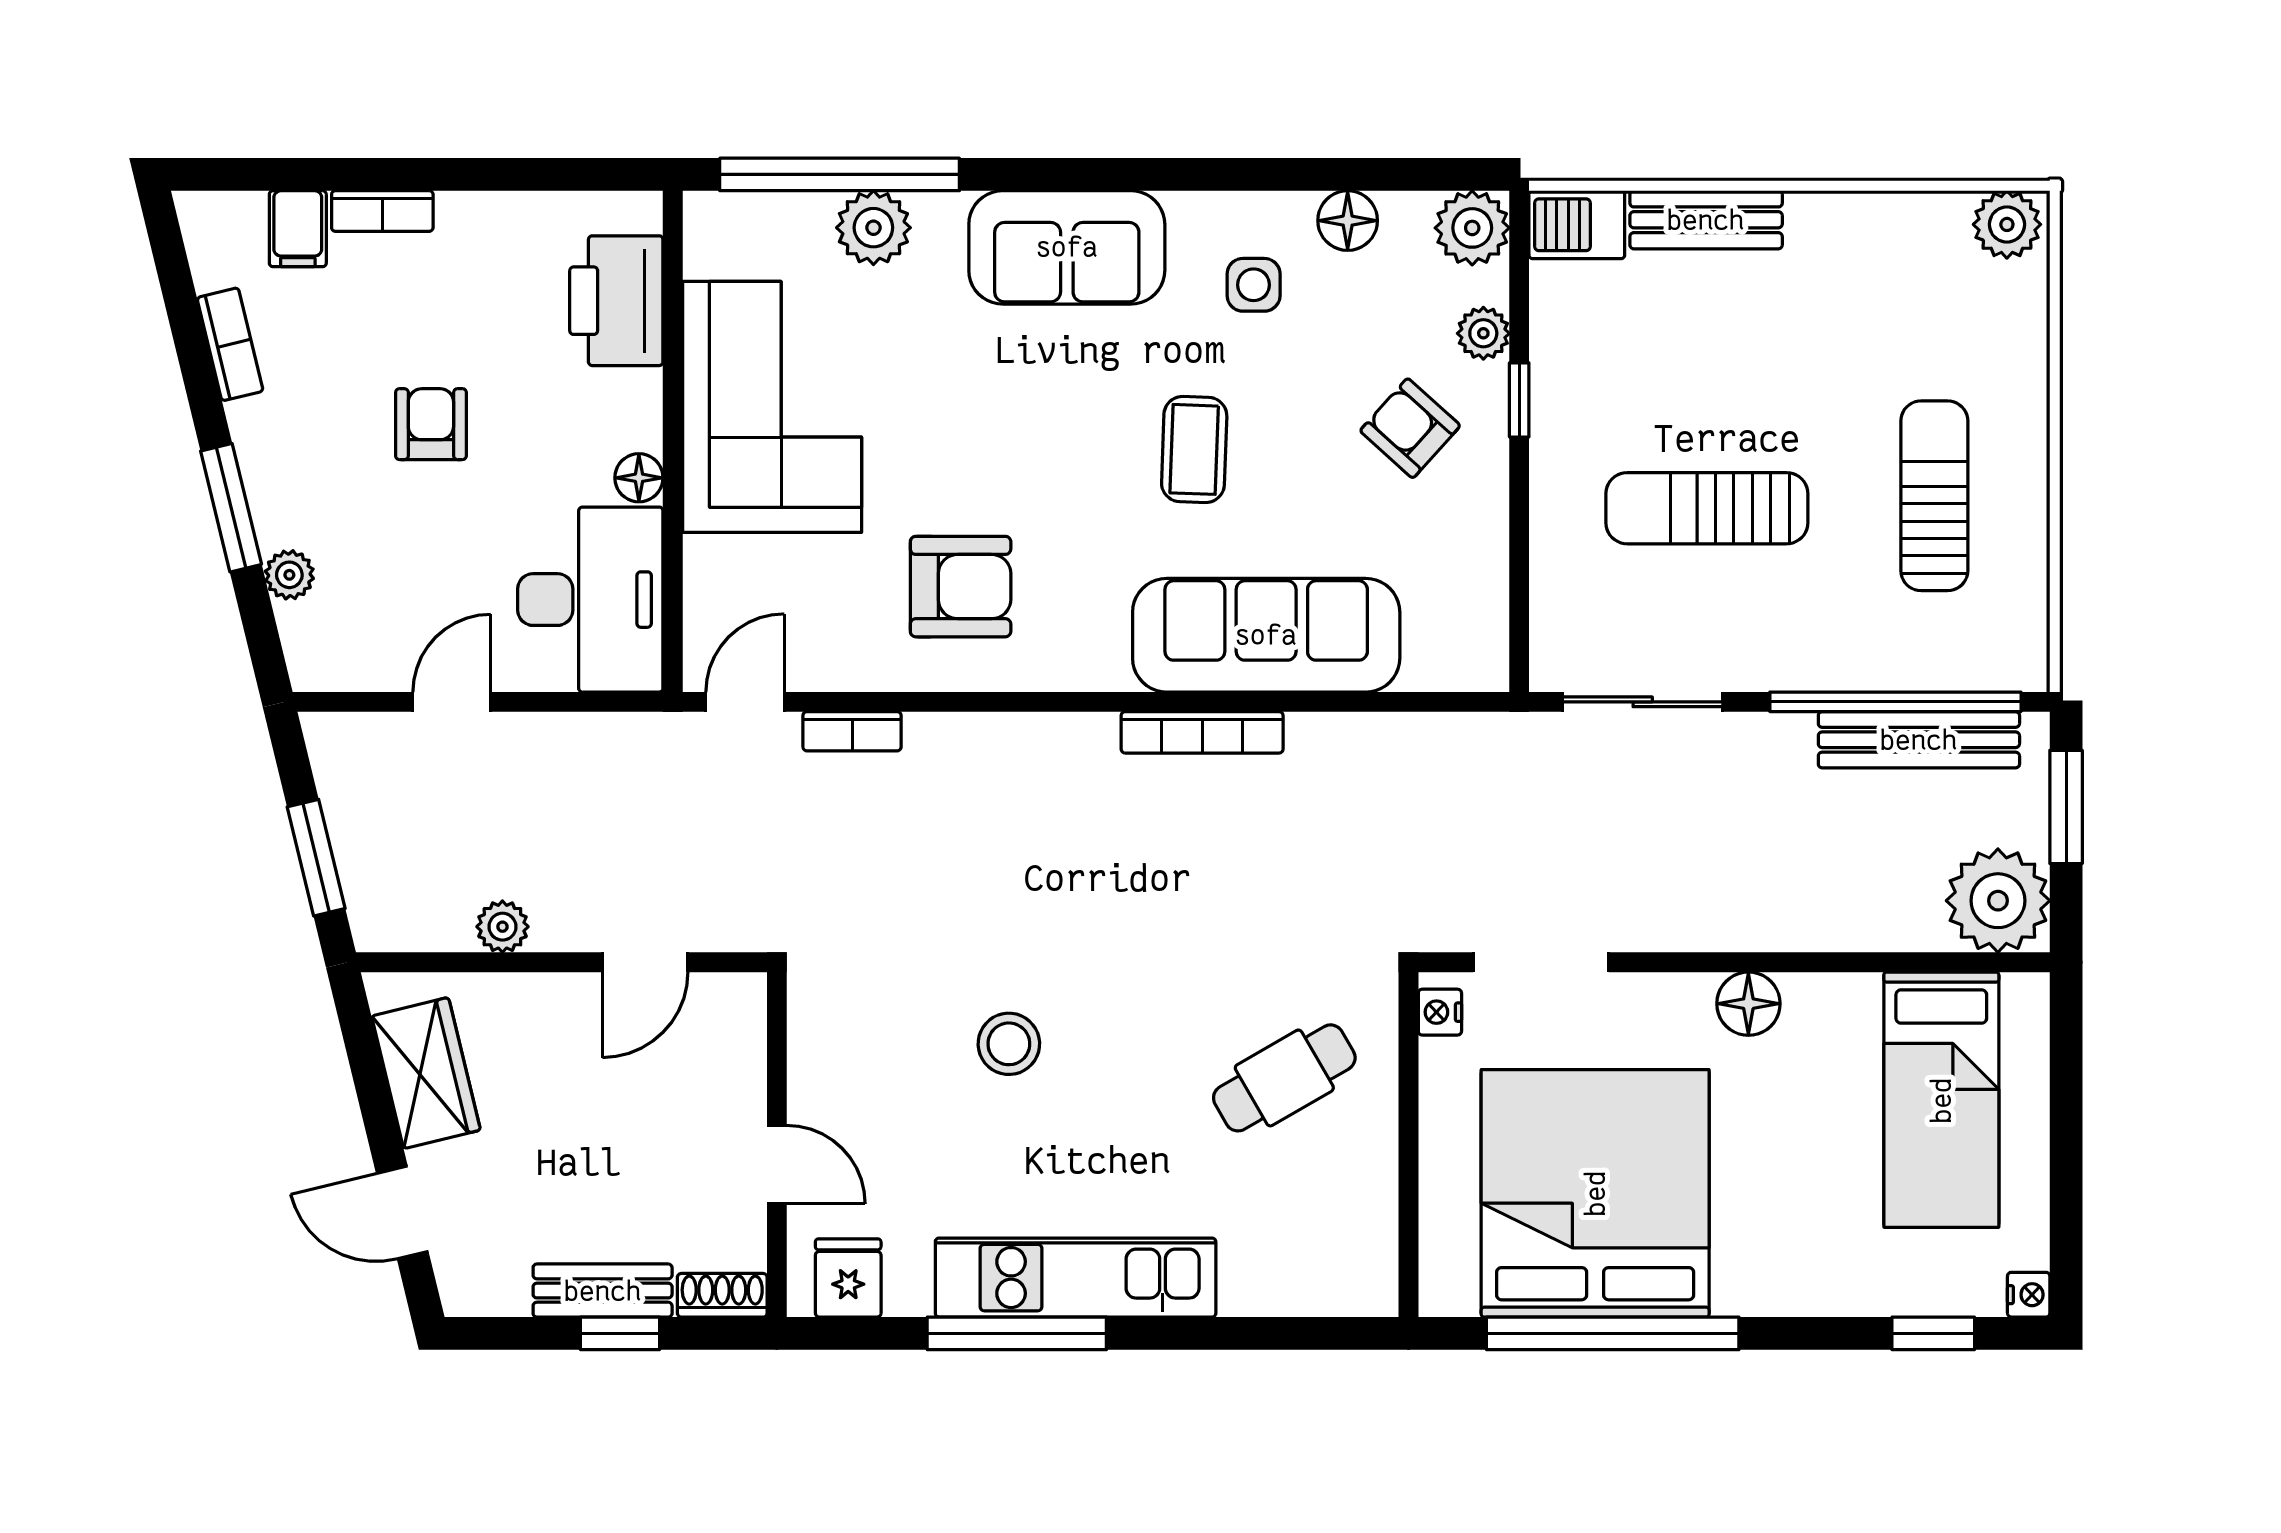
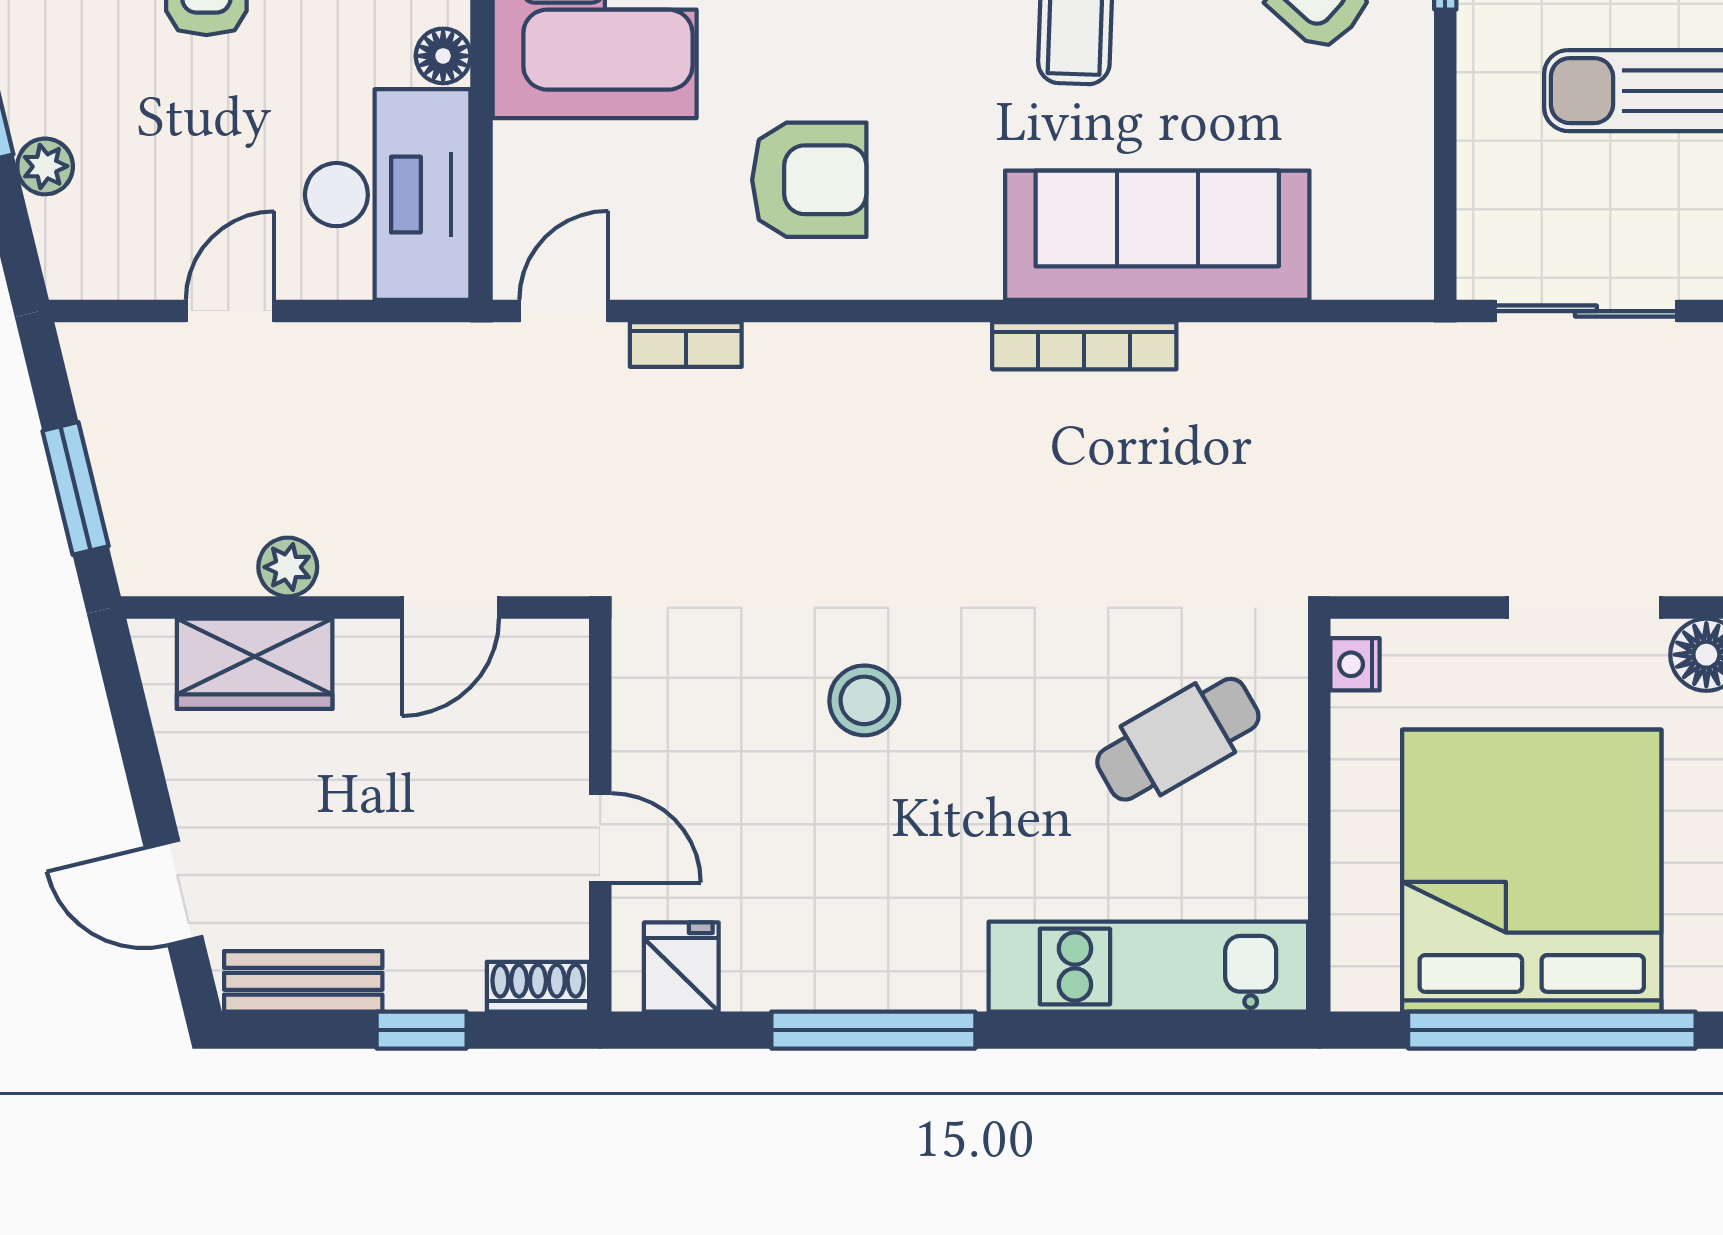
doorway: (1541, 962) -> (1584, 608), moved
wardrobe: (426, 1073) -> (255, 664), moved, turned 104
kitchen unit: (1076, 1278) -> (1148, 967), moved
bench: (603, 1291) -> (303, 981), moved

